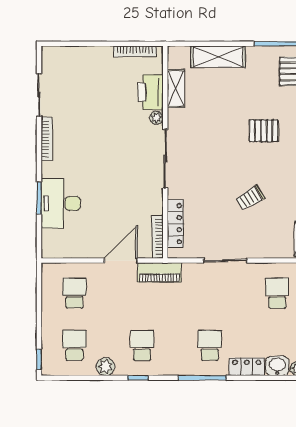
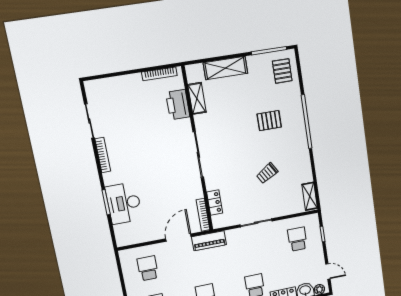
plant: (156, 118) -> (186, 124), removed
locker: (175, 224) -> (215, 203), width x0.66

